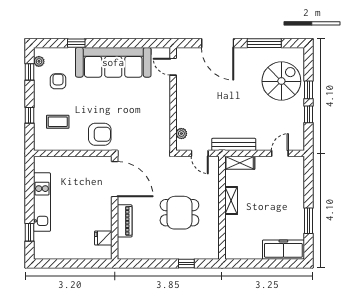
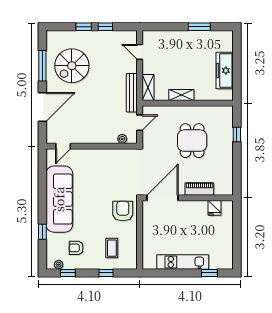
spiral stairs: (281, 81) -> (72, 66), moved, turned -90
freezer: (283, 250) -> (225, 70), moved

